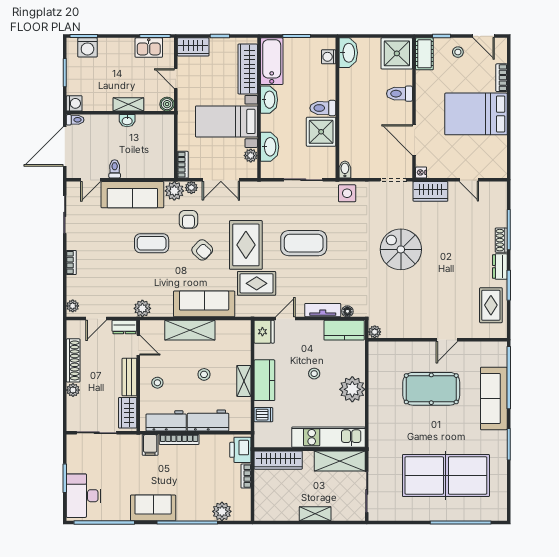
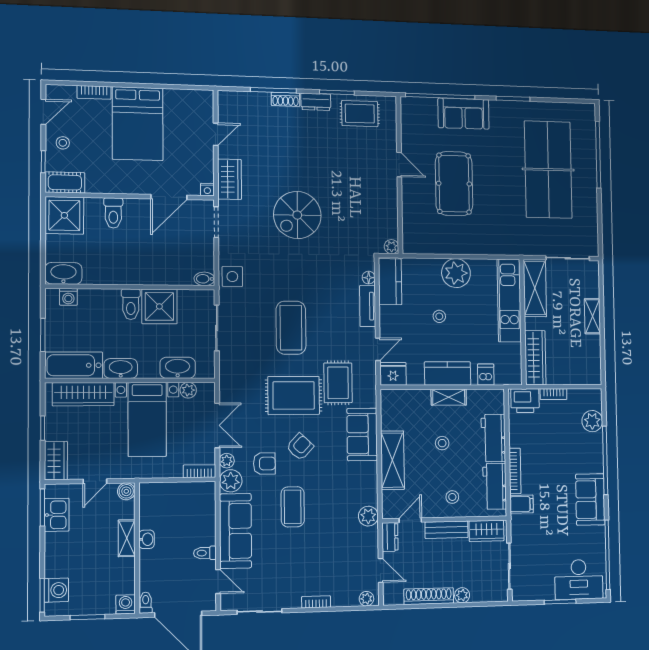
sofa: (204, 304) -> (362, 434), width x0.73
door: (285, 319) -> (378, 349), swing flipped
sofa: (494, 398) -> (464, 114), width x0.73

